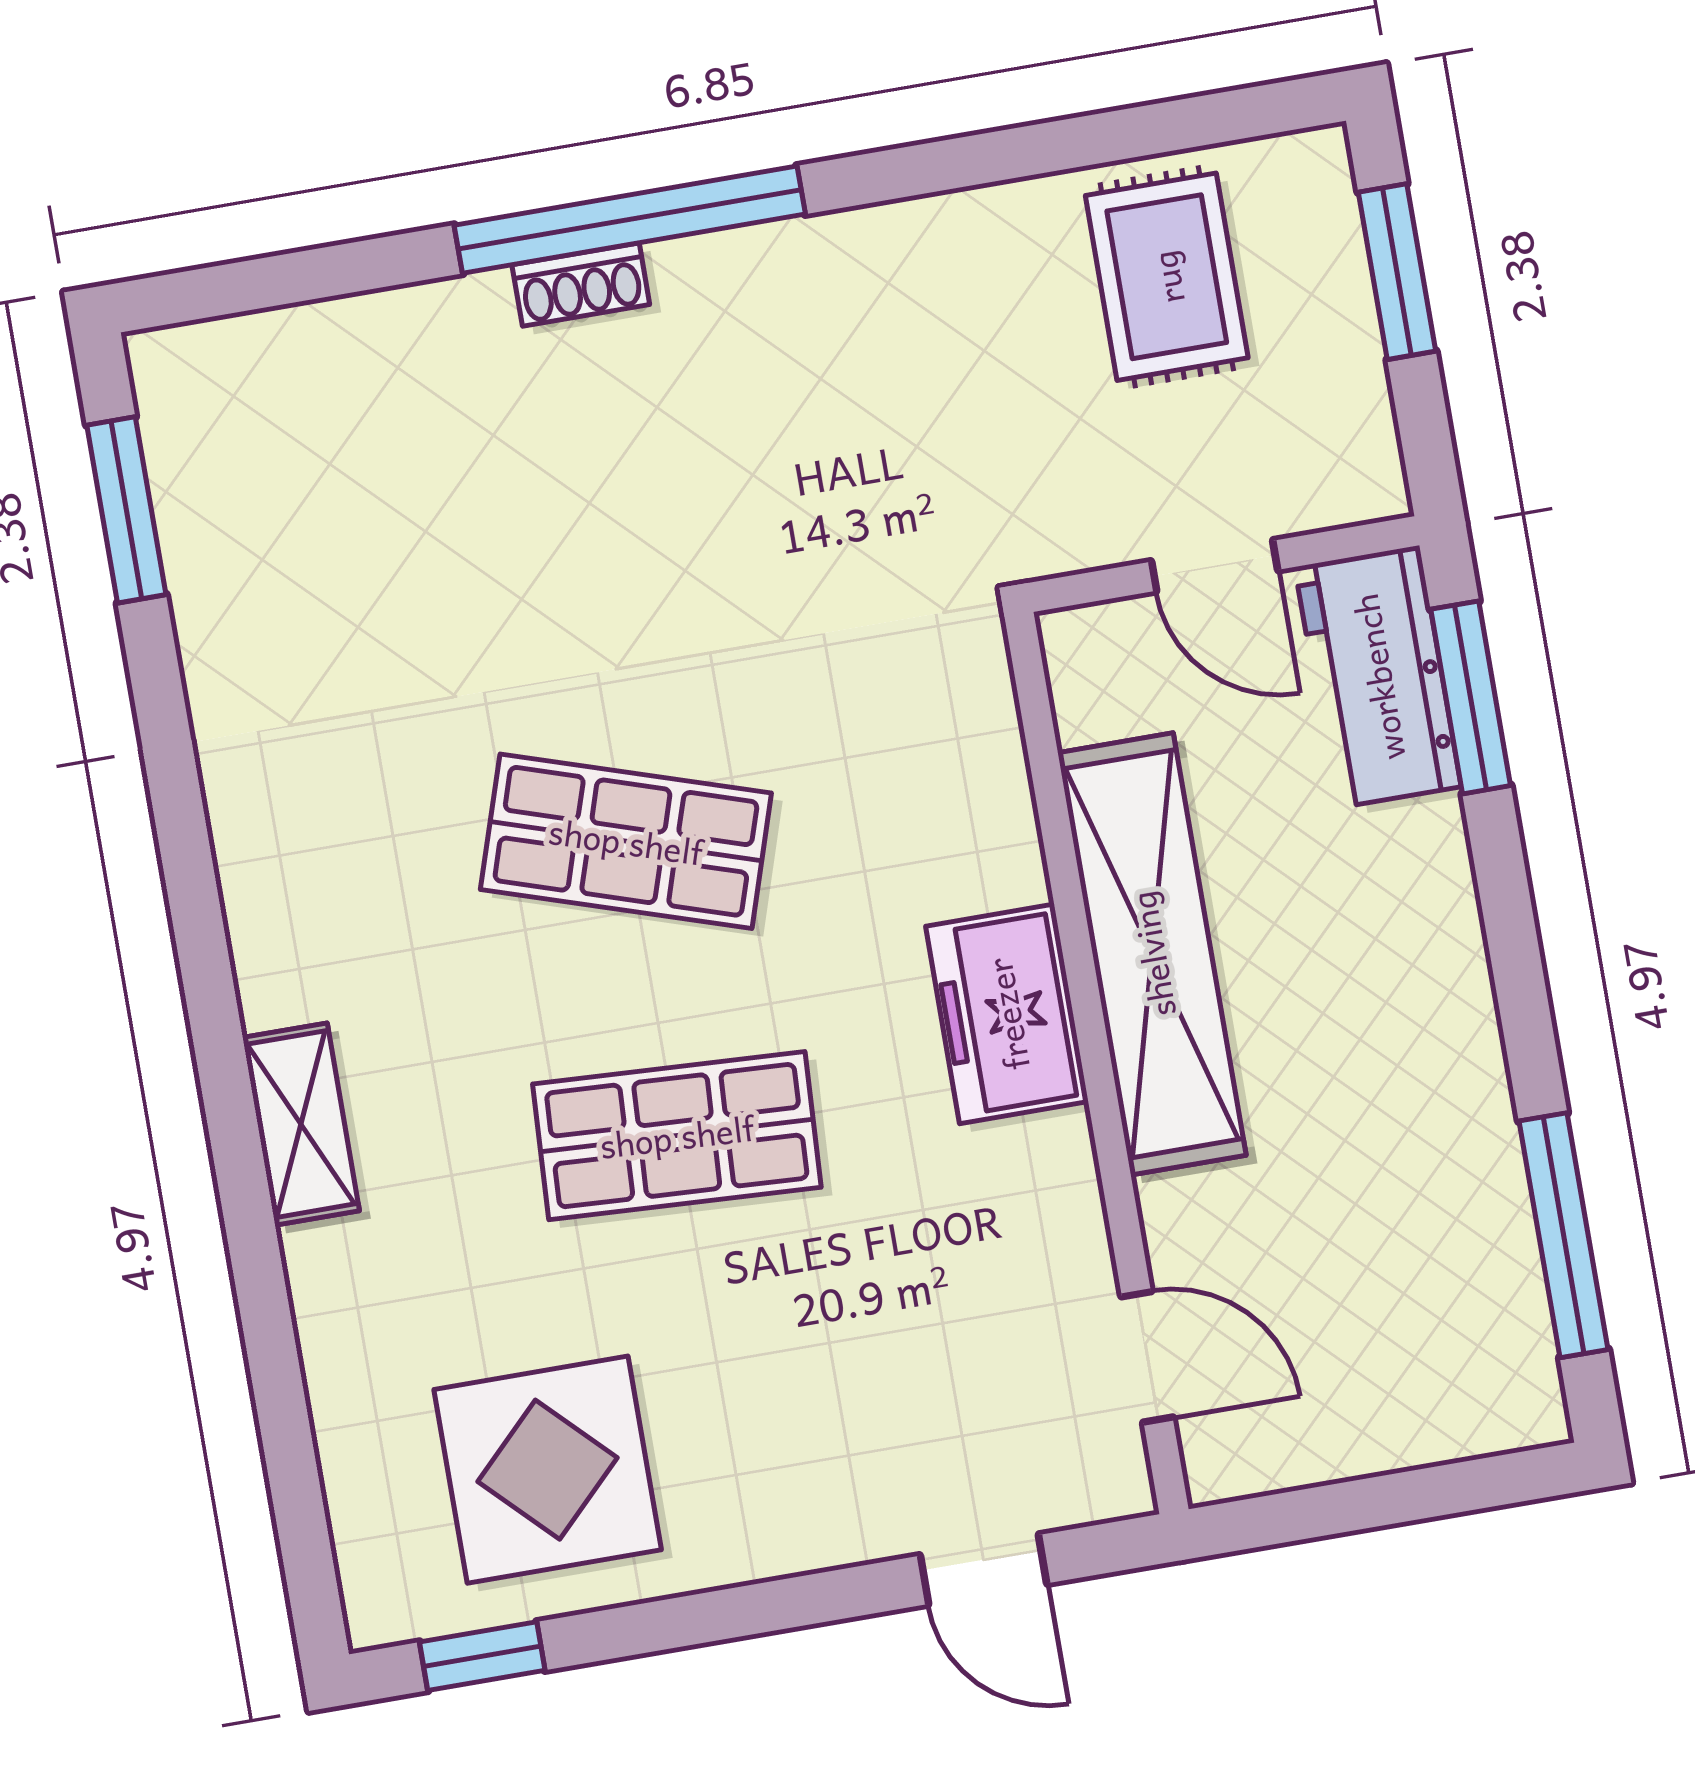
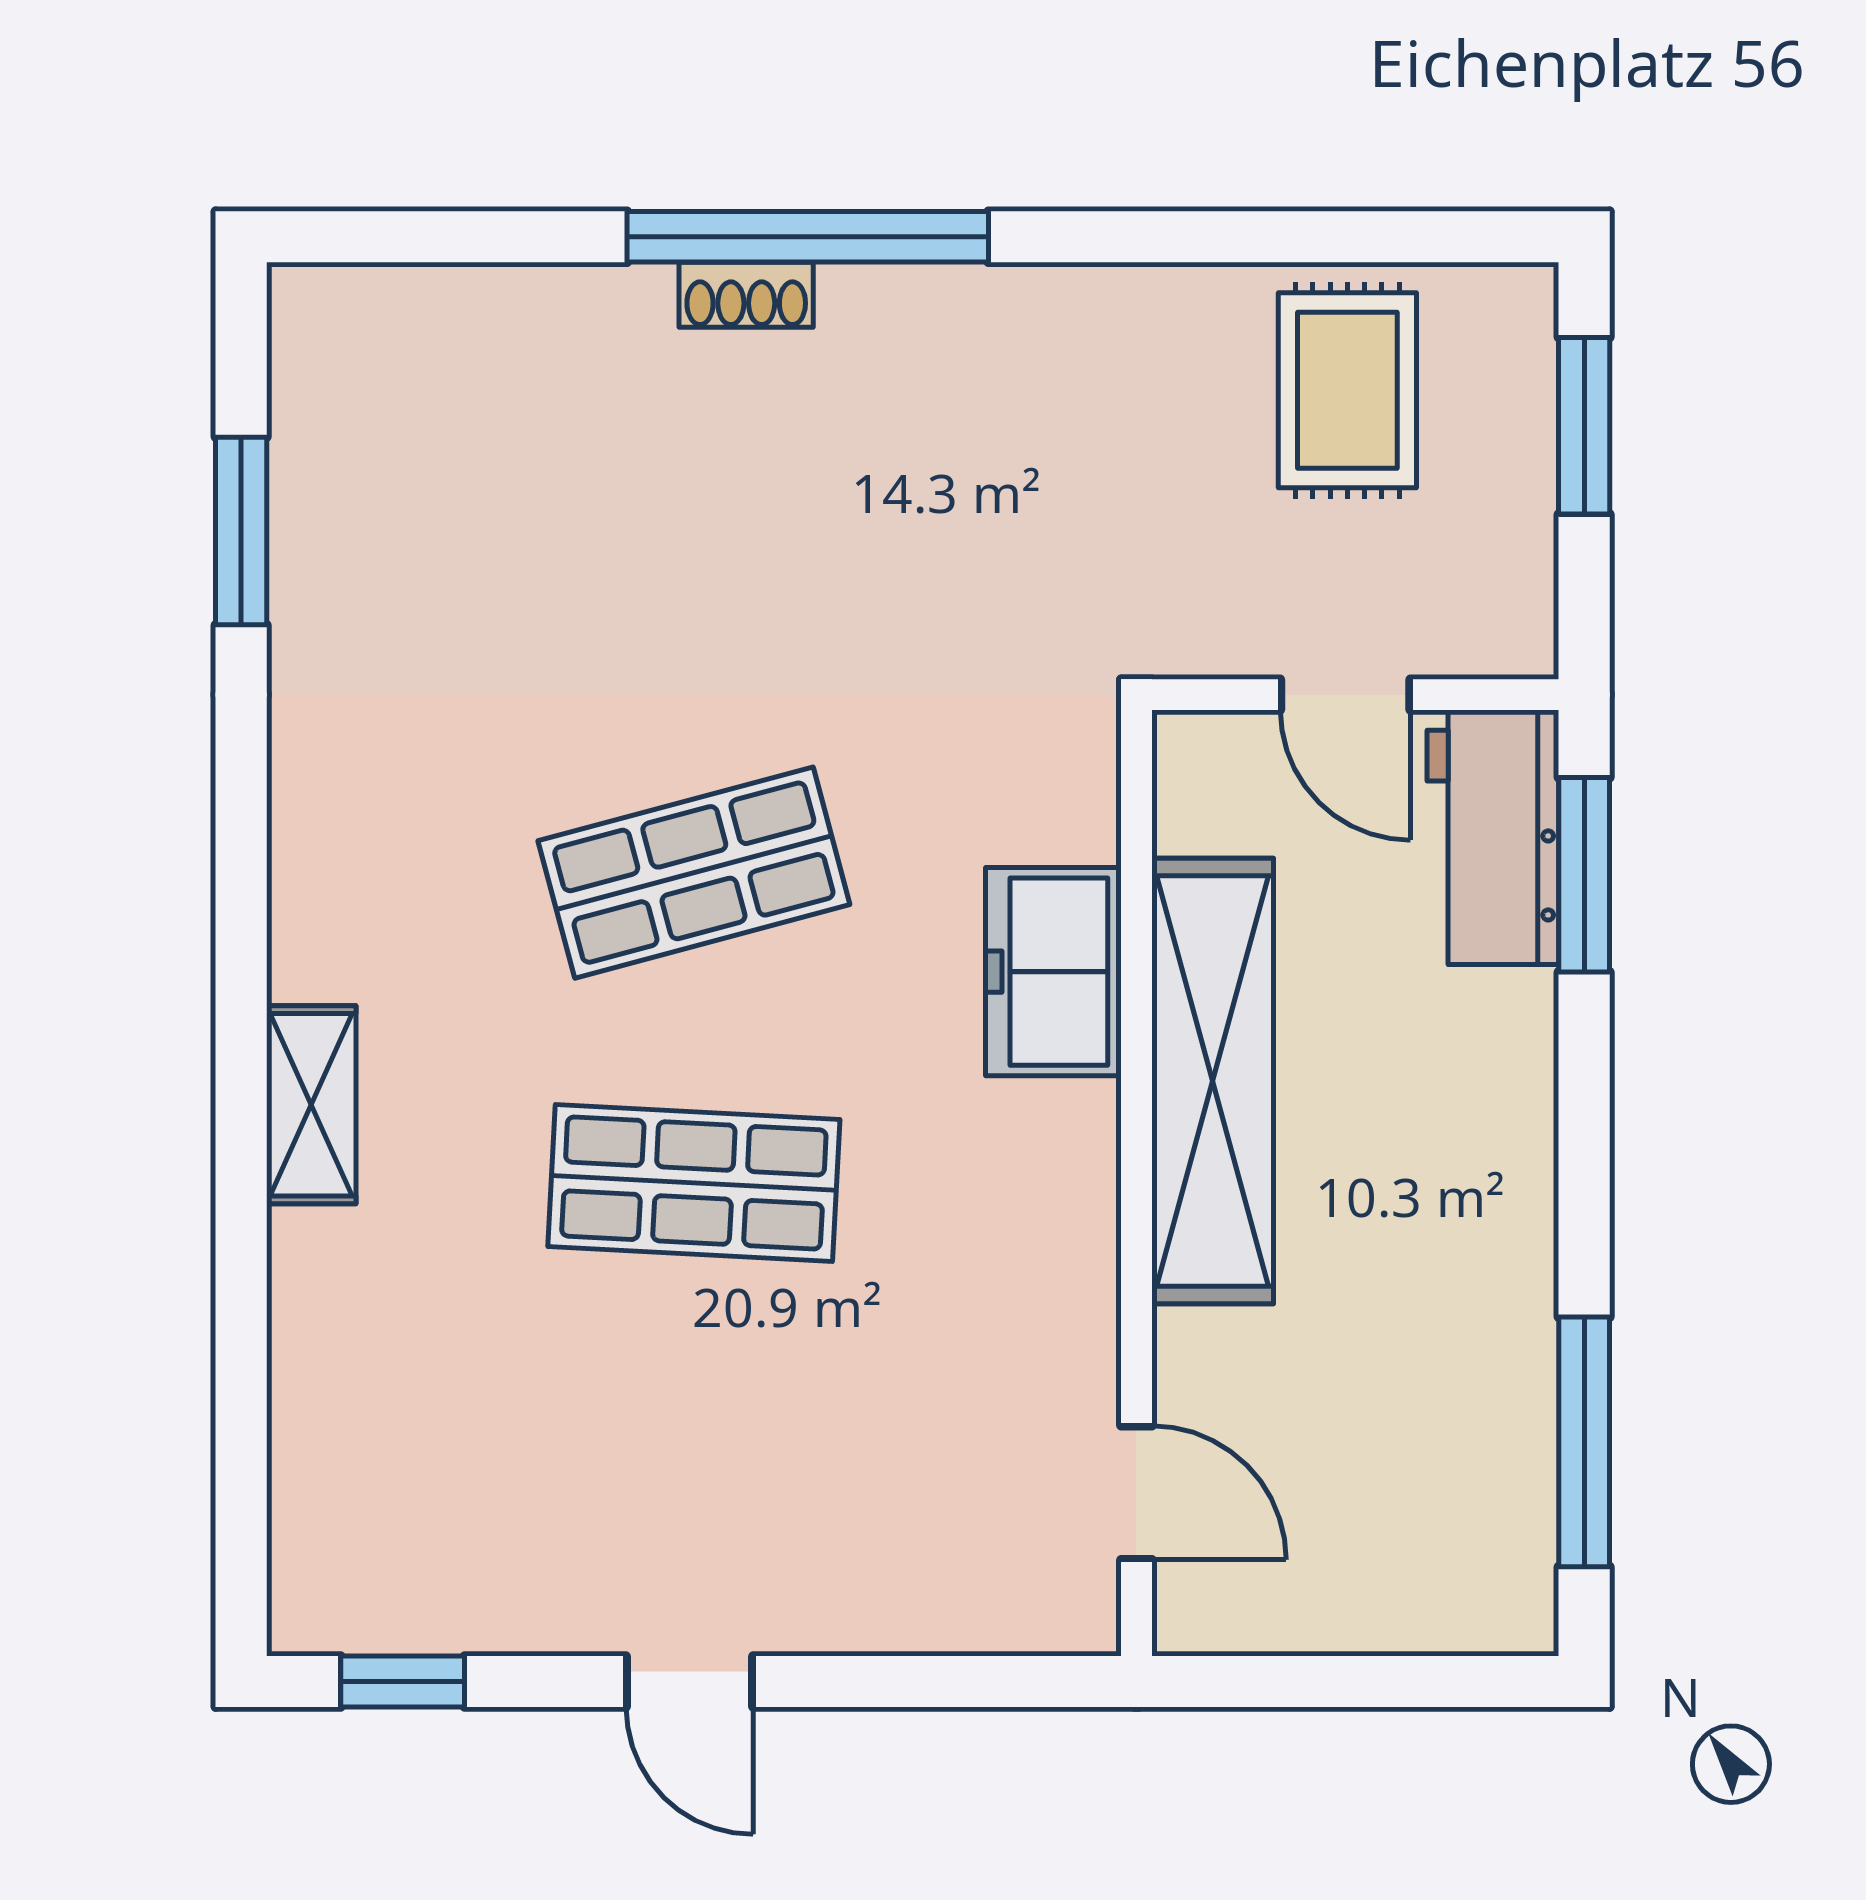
window: (126, 510) -> (241, 531), moved
shop shelf: (626, 841) -> (694, 873), turned -33
freezer: (1007, 1014) -> (1053, 972), moved
display table: (548, 1470) -> (503, 1502), removed
door: (984, 1570) -> (690, 1681), moved

